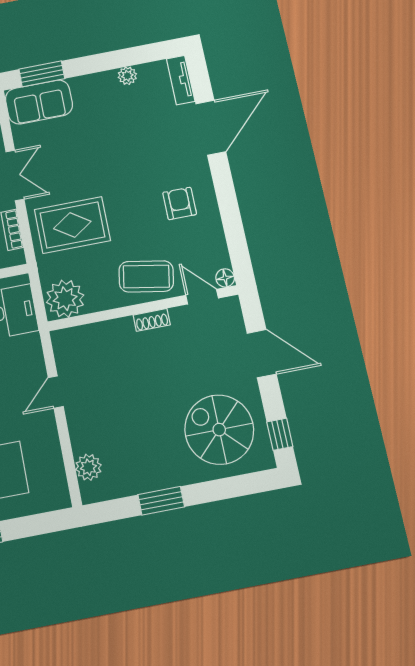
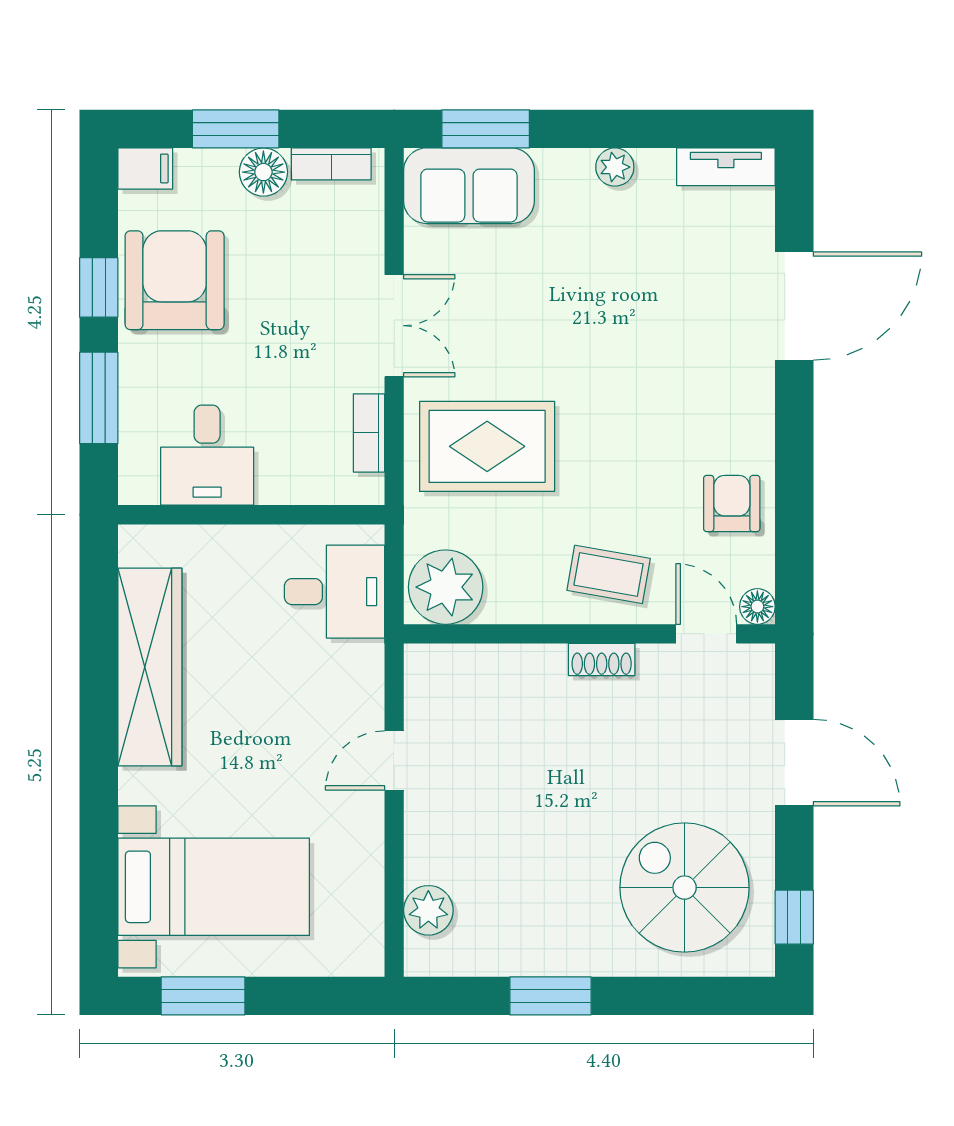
plant: (127, 76) -> (615, 167), moved
tv unit: (181, 80) -> (726, 167), moved, turned -90
armchair: (180, 203) -> (732, 504), moved
coffee table: (146, 276) -> (609, 574), width x0.73, depth x0.77

